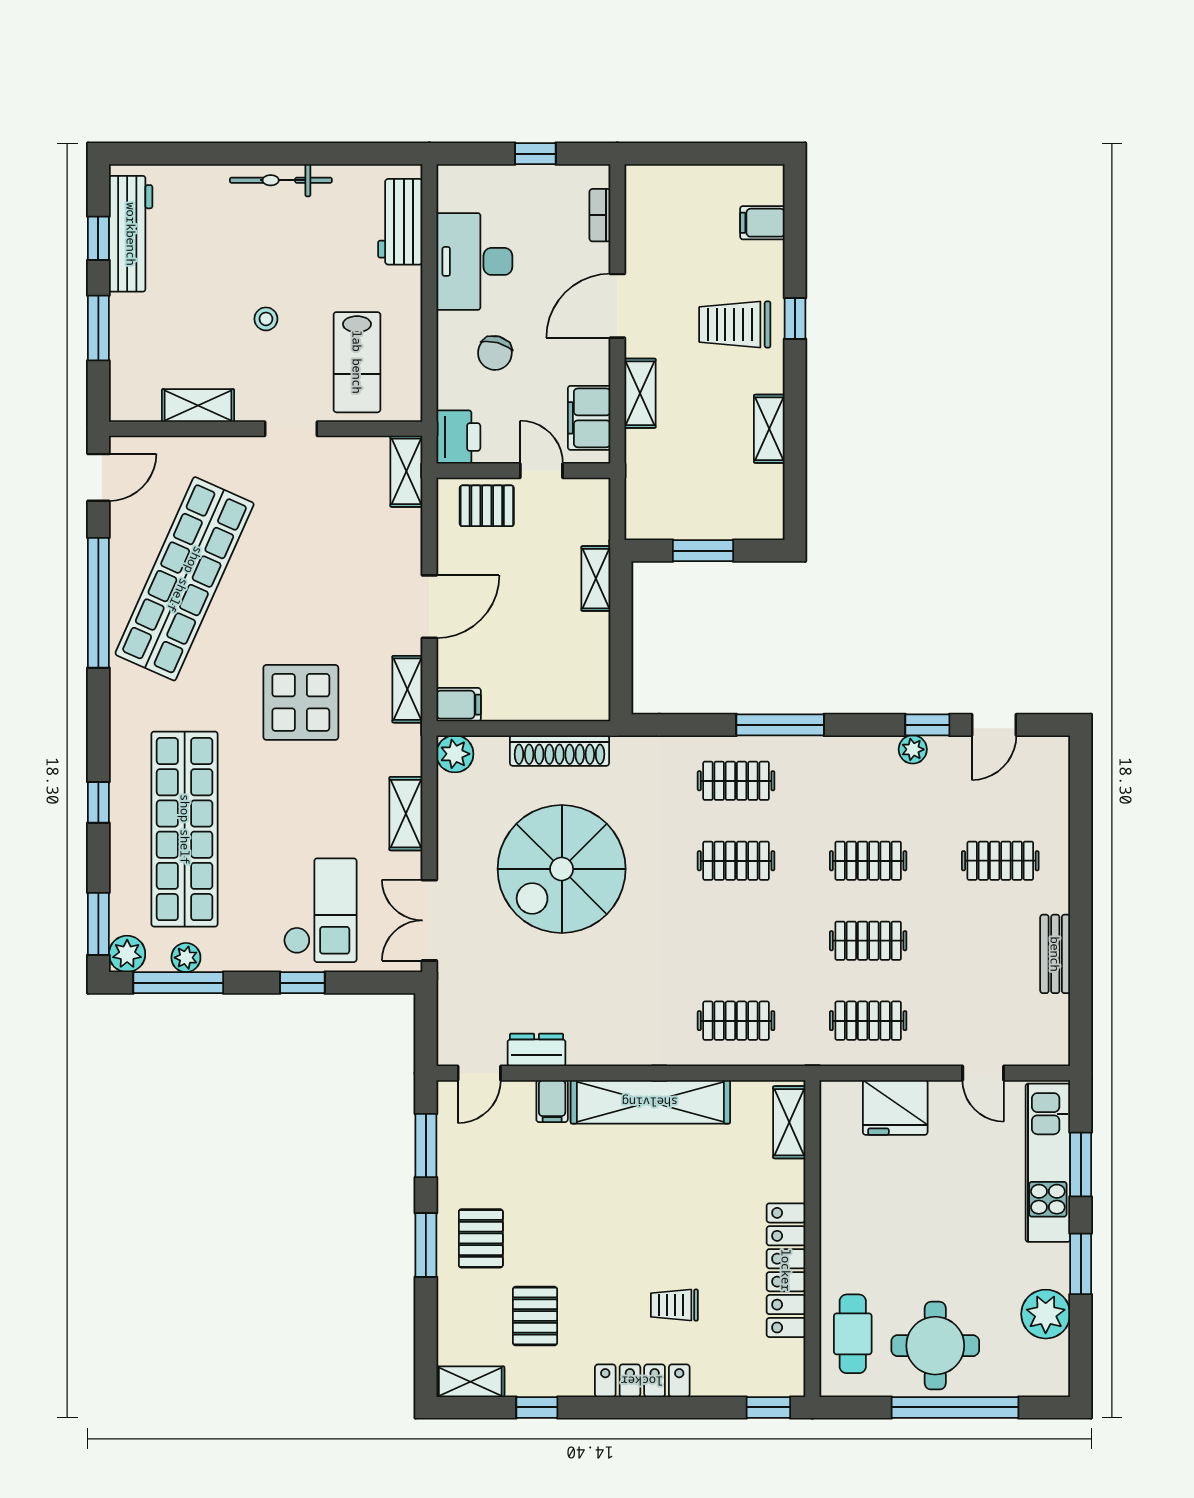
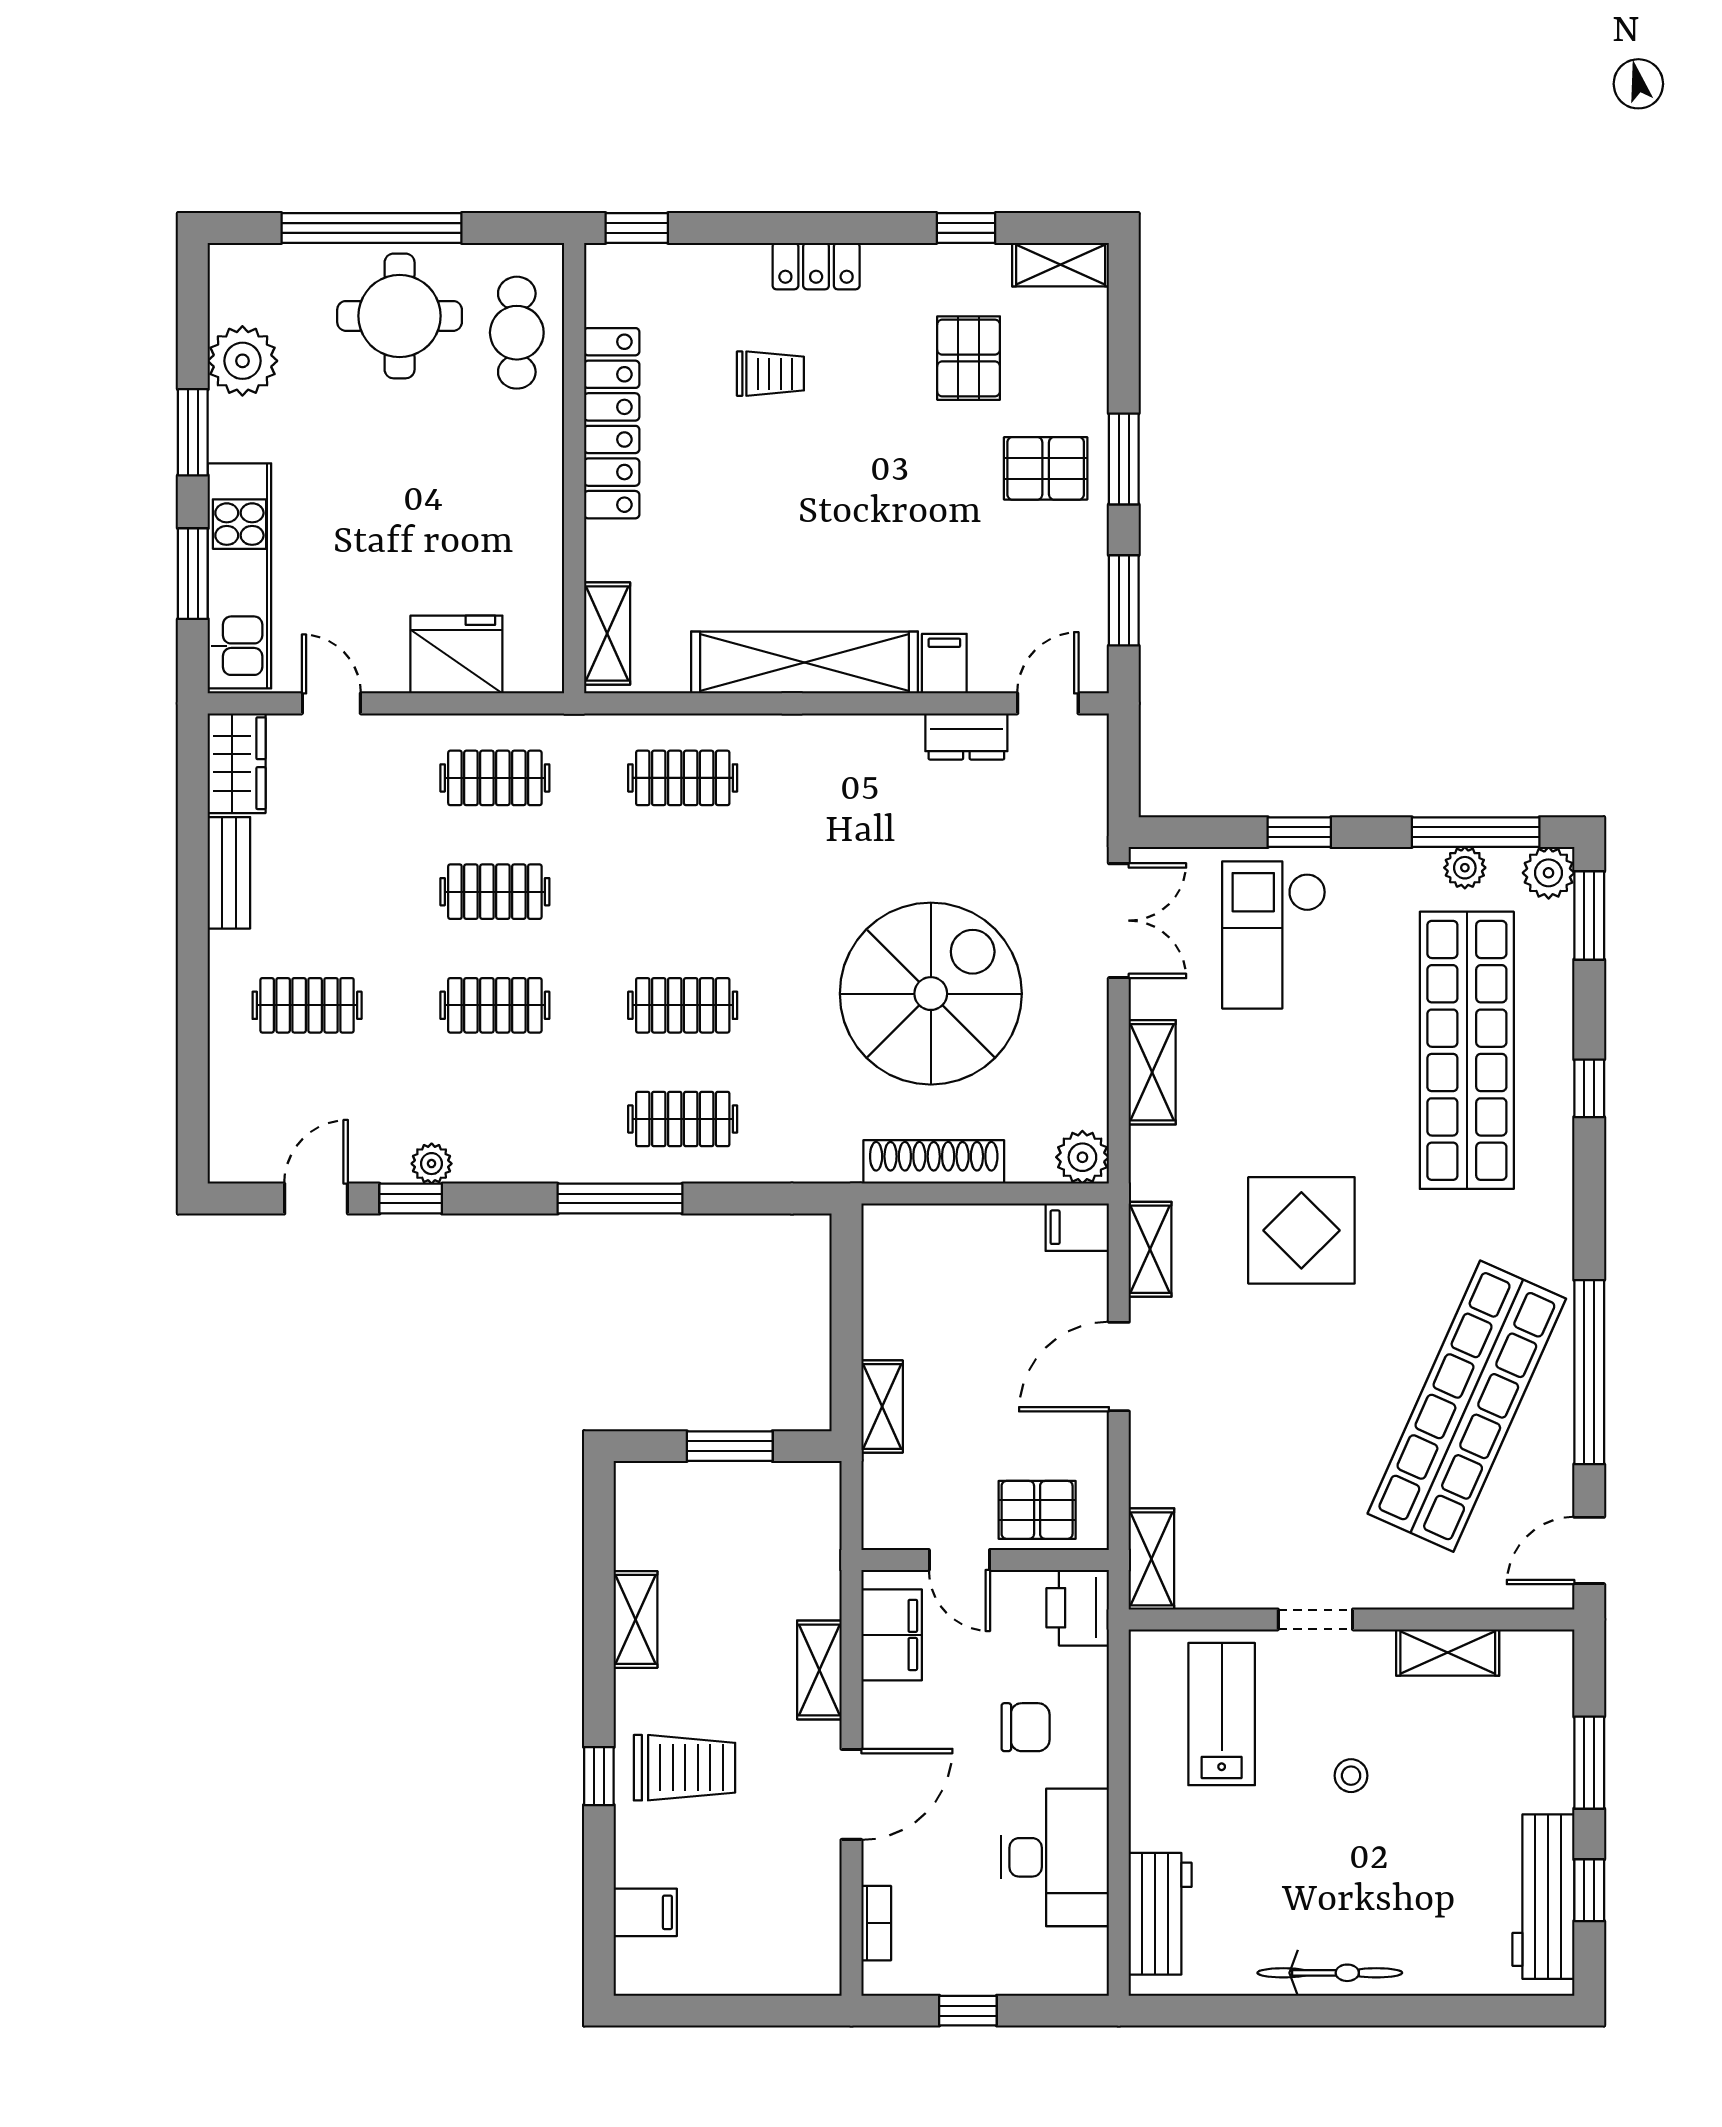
chair: (495, 353) -> (1026, 1727), turned 75
wardrobe: (1050, 1031) -> (237, 763), added
pallet: (481, 1238) -> (1046, 468), turned 90
locker: (642, 1381) -> (816, 266), width x0.66

